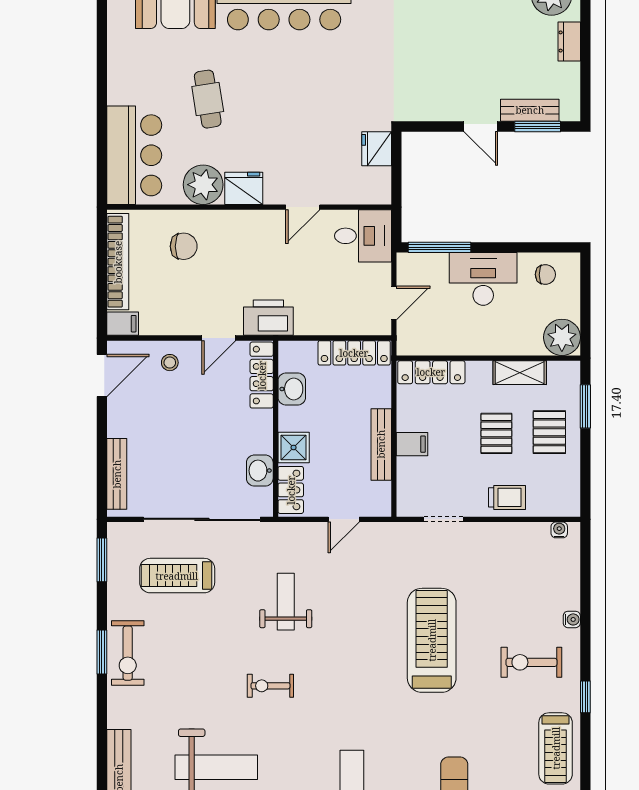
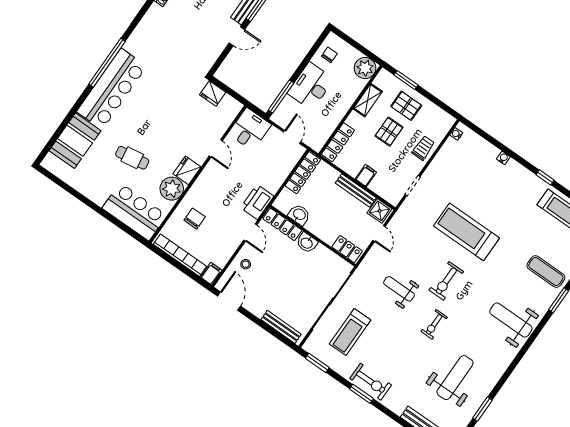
pallet: (496, 433) -> (389, 132), turned 90
shower: (294, 447) -> (380, 211), moved
washbasin: (260, 471) -> (307, 243), moved
exercise bike: (531, 662) -> (446, 281), moved

